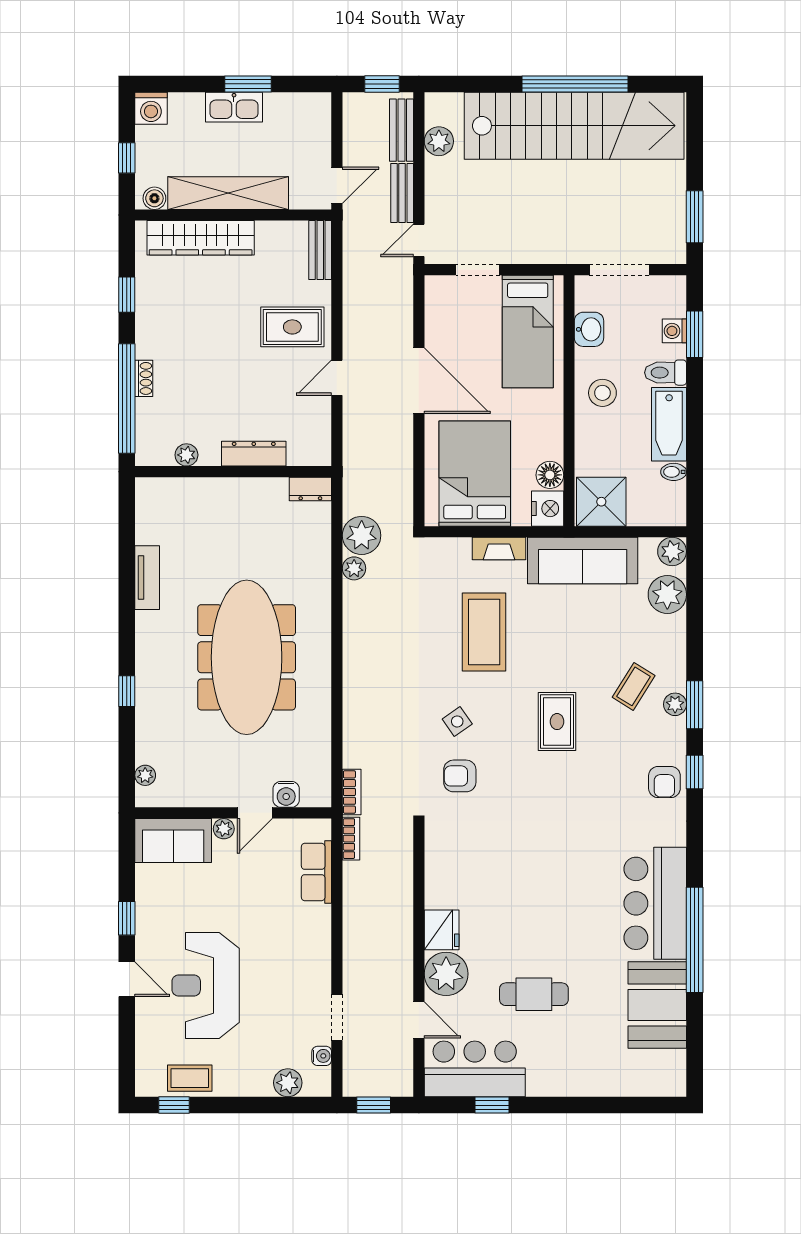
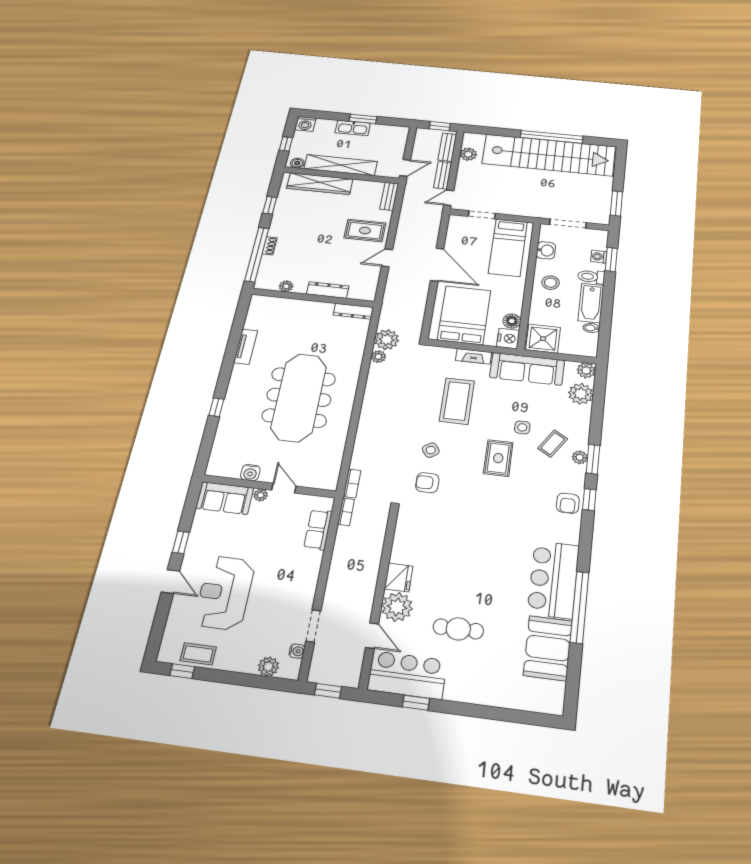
dresser: (310, 489) -> (353, 311), width x1.44
side table: (586, 665) -> (522, 427), added
plant: (145, 775) -> (216, 457), removed
water cooler: (286, 794) -> (250, 473), moved
door: (255, 813) -> (284, 488), swing flipped

